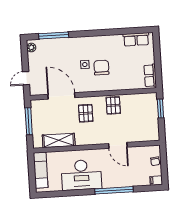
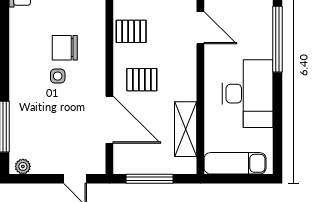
door: (61, 96) -> (109, 120), swing flipped
door: (118, 145) -> (200, 28), hinge flipped

